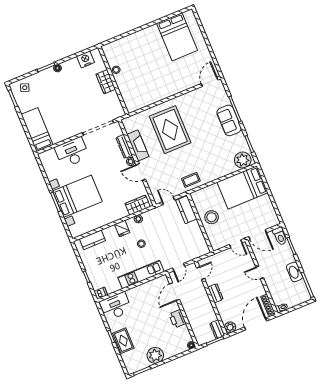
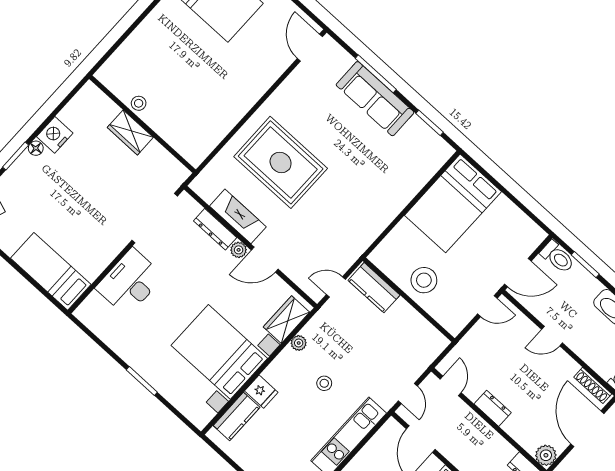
nightstand: (86, 59) -> (55, 135), moved
sofa: (229, 120) -> (375, 99), width x1.36
plant: (243, 160) -> (431, 156), removed
coffee table: (191, 180) -> (358, 232), removed
bed with nightstands: (77, 196) -> (219, 352), moved, turned -90
fridge: (122, 228) -> (261, 392), moved

